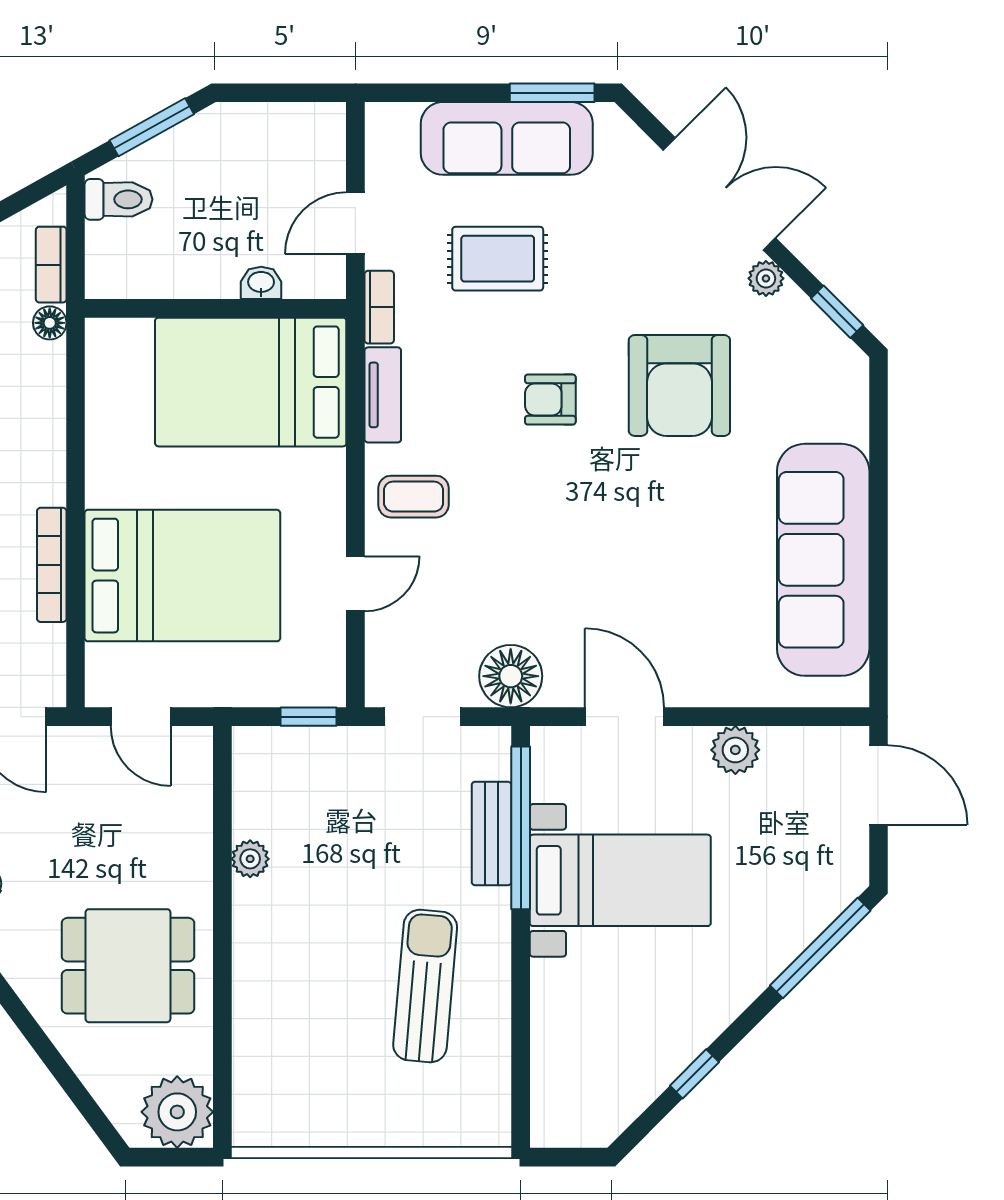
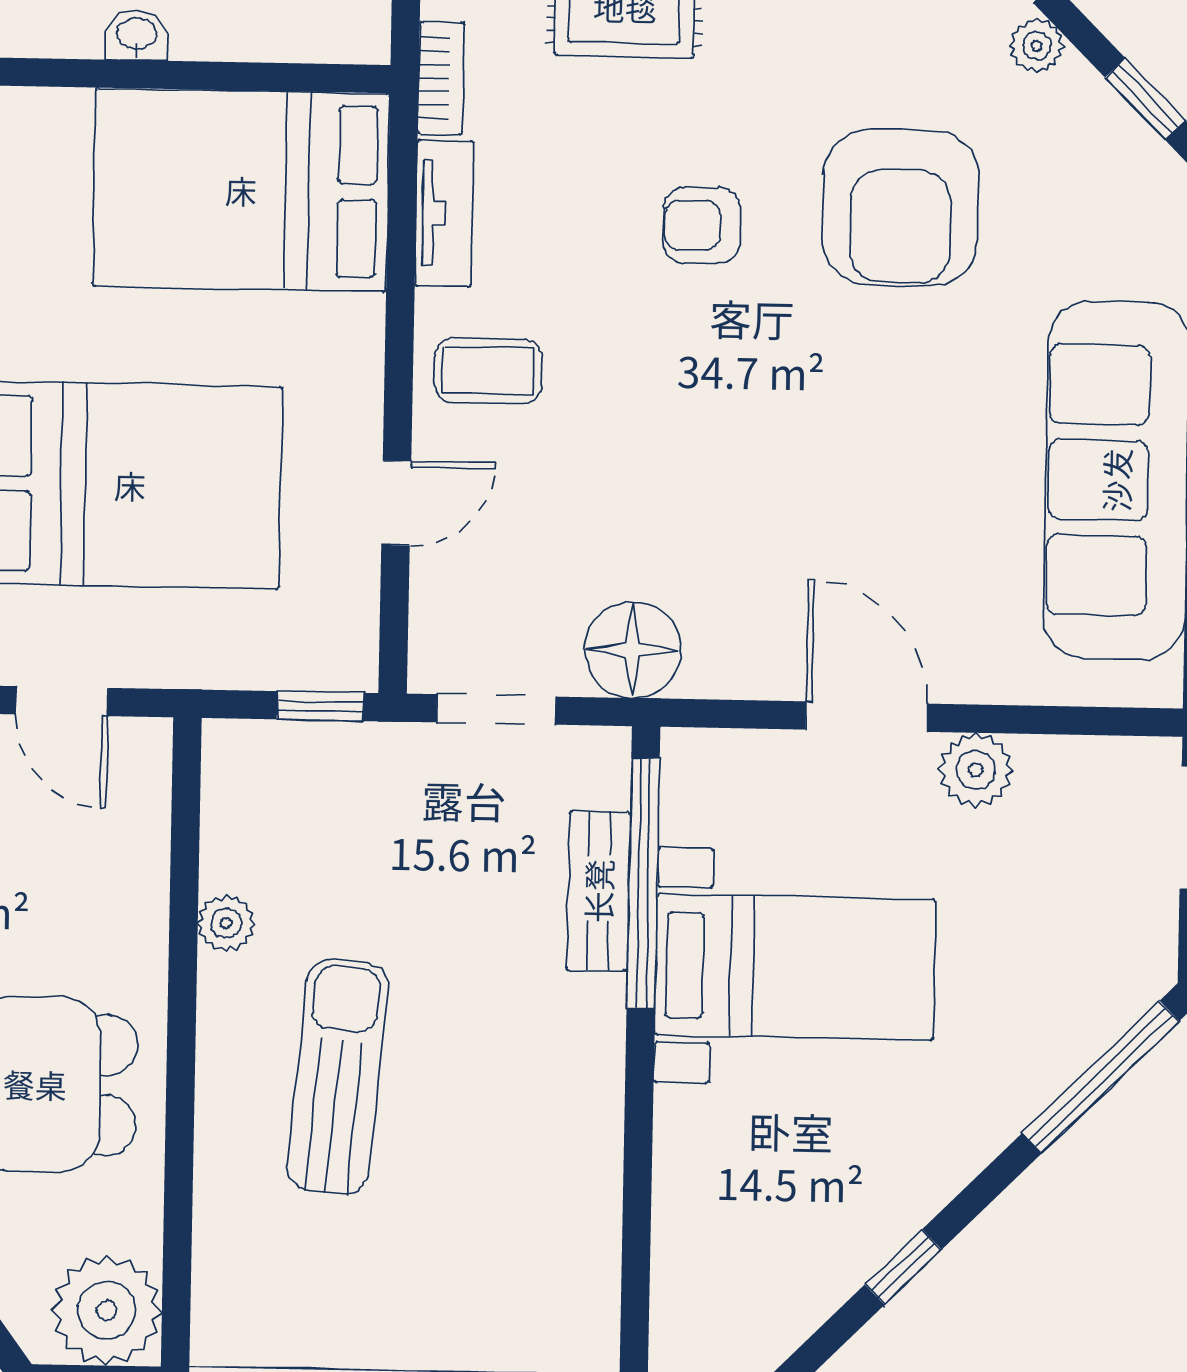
washbasin: (261, 283) -> (137, 35), moved
door: (625, 717) -> (866, 717), moved
sun lounger: (425, 986) -> (338, 1077), moved

